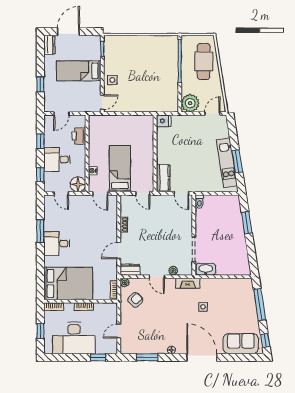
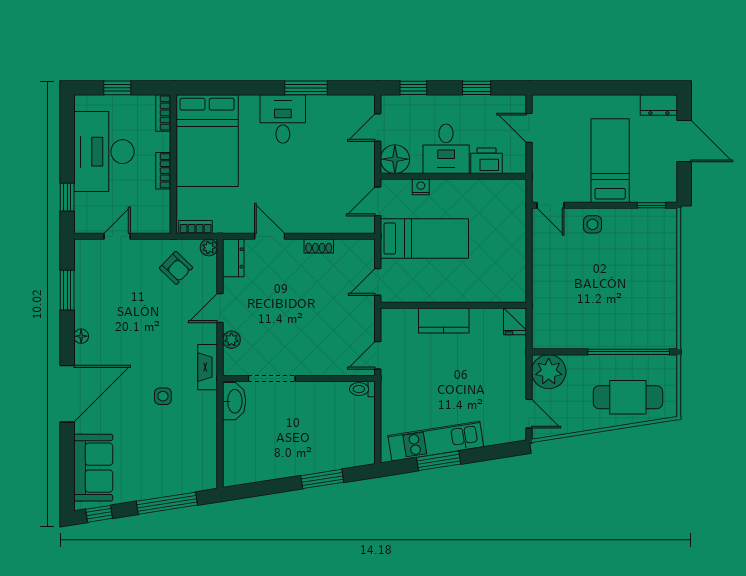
window: (40, 84) -> (584, 88), removed
desk: (57, 159) -> (446, 149), moved, turned 180
kitchen counter: (163, 178) -> (444, 320), moved
door: (119, 331) -> (117, 236), hinge flipped

